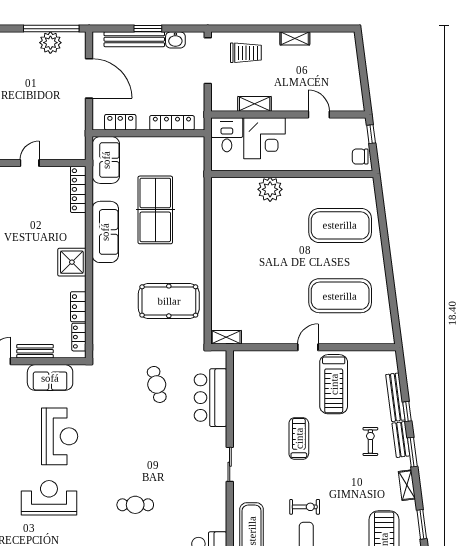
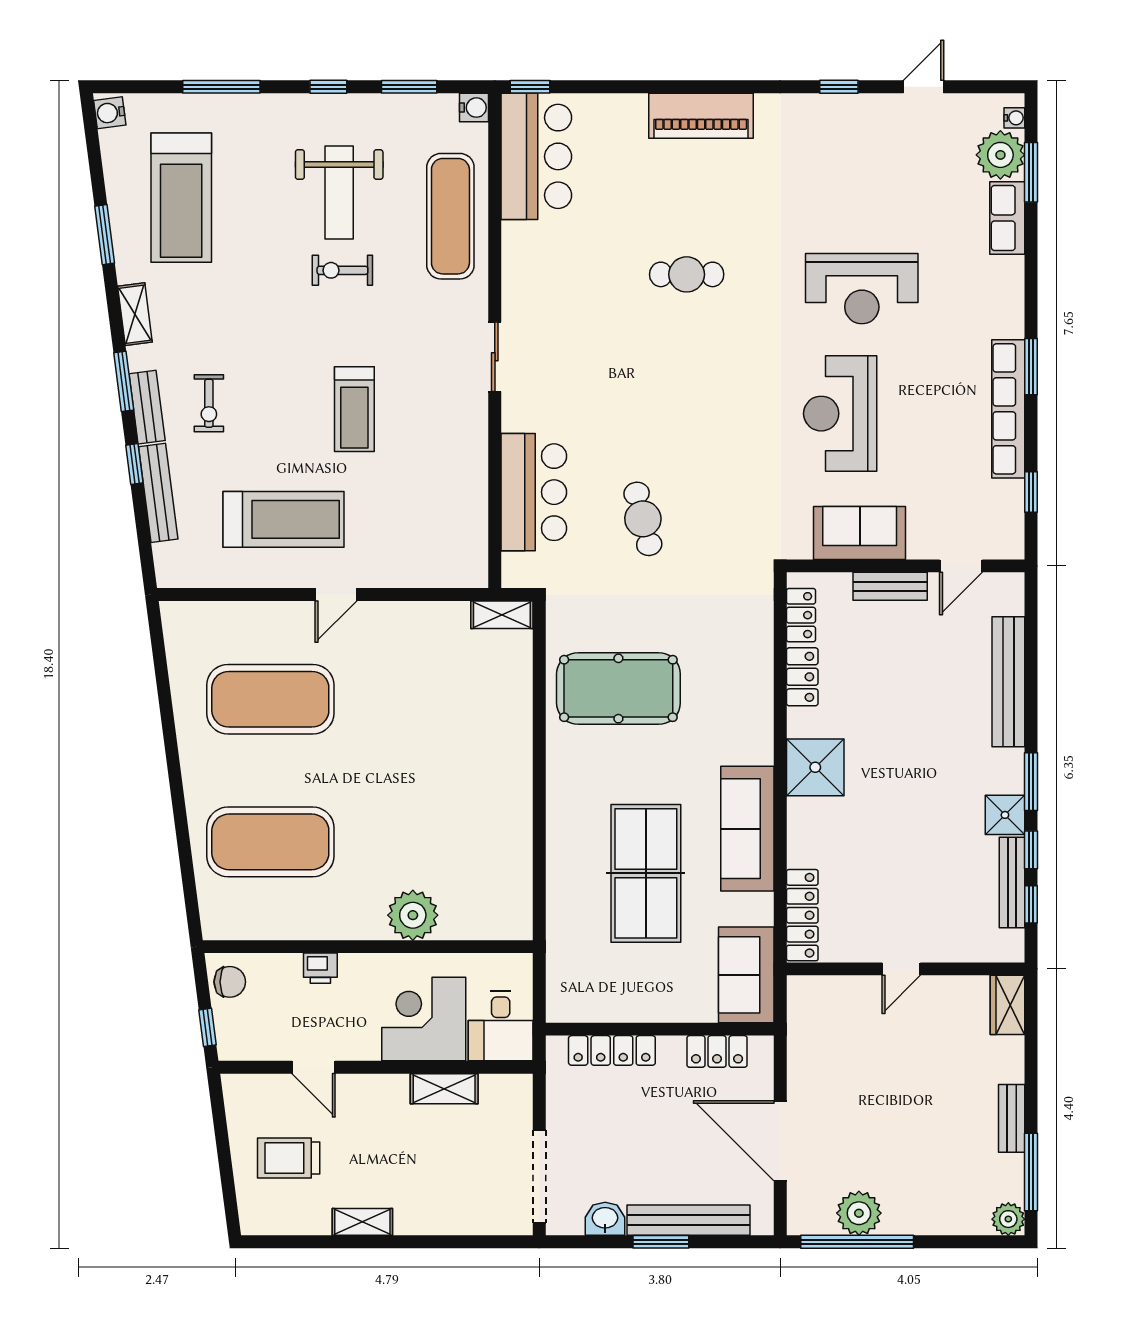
trolley: (246, 53) -> (289, 1158), moved
printer: (316, 163) -> (320, 968), added
treadmill: (334, 384) -> (284, 519), turned 90

